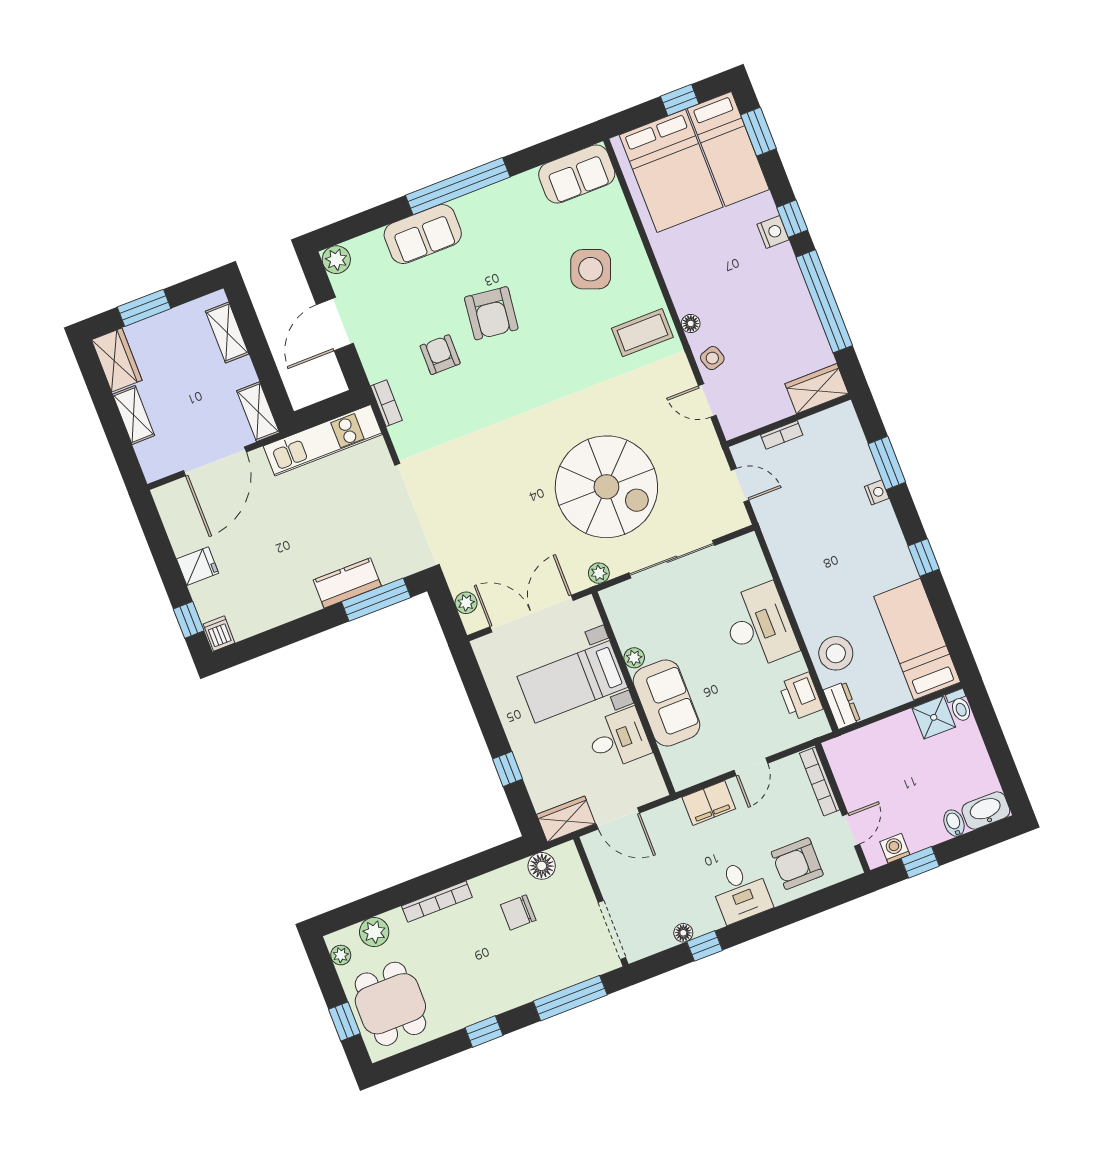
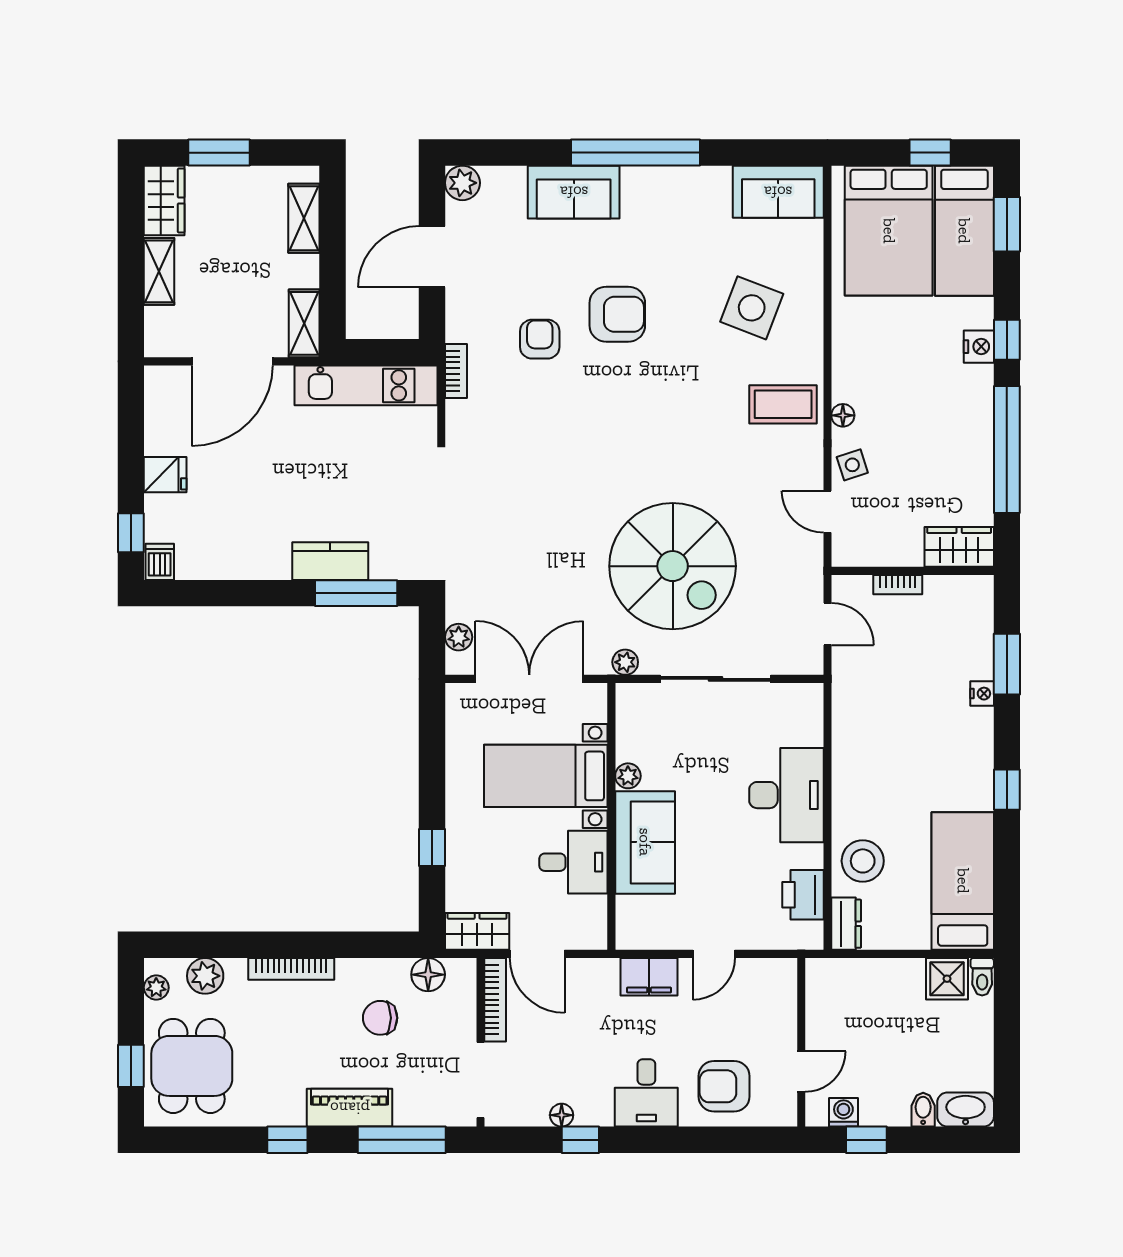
armchair: (491, 313) -> (617, 314), turned -97
bookcase: (820, 781) -> (495, 1000), moved, turned 180
piano: (521, 989) -> (350, 1108), added

